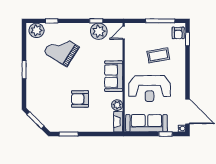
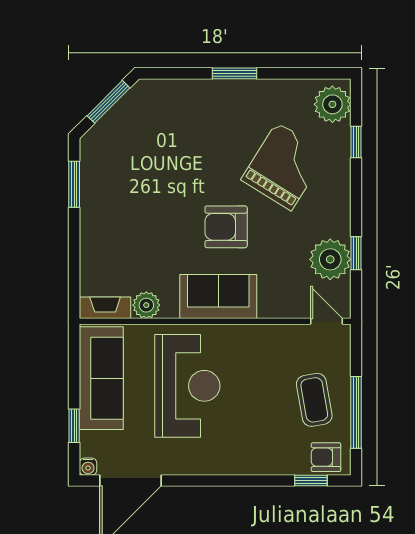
coffee table: (158, 55) -> (314, 400), moved
reception desk: (150, 89) -> (187, 386), turned 180
armchair: (80, 99) -> (226, 227), moved, turned -90

